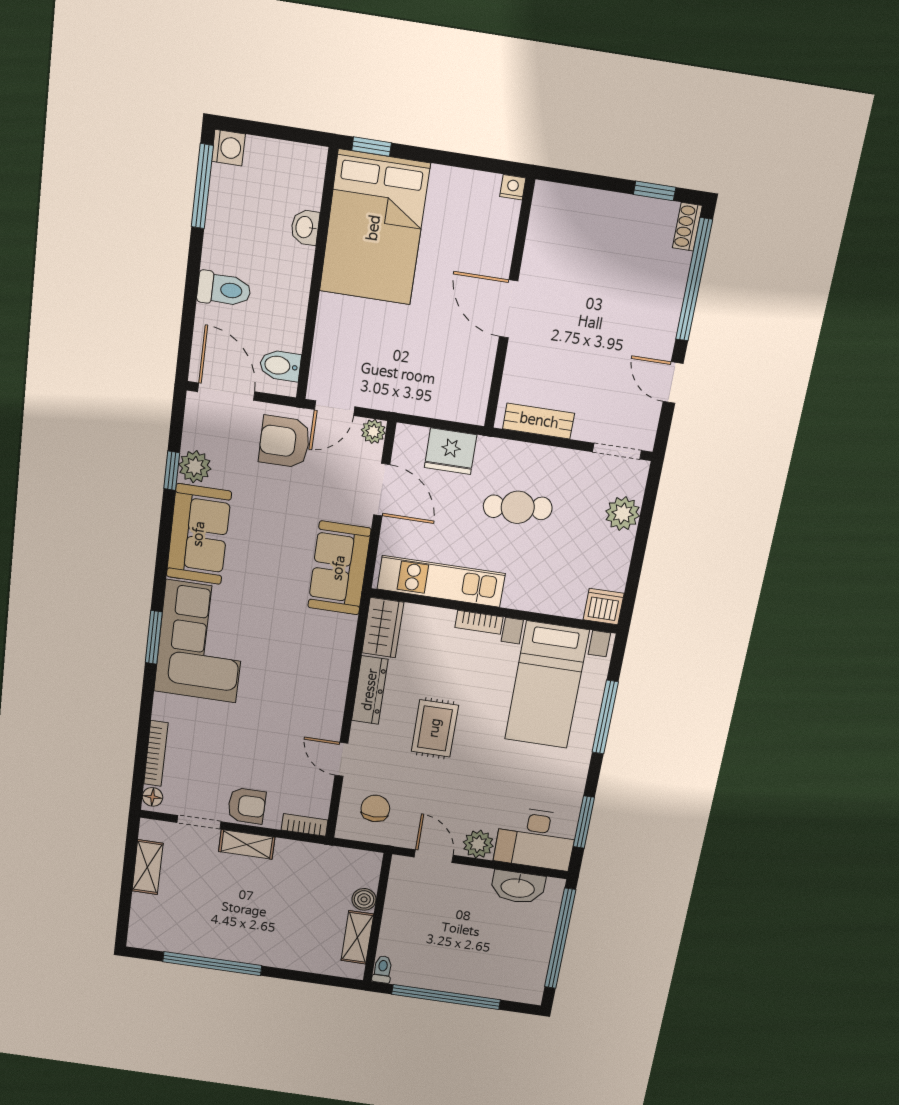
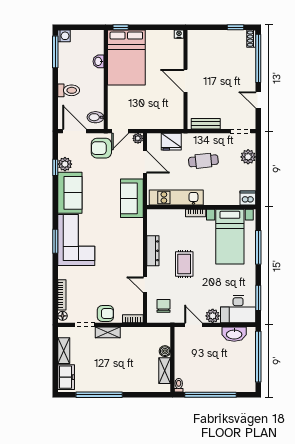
wardrobe: (383, 628) -> (154, 222), removed
freezer: (147, 920) -> (66, 377), added

